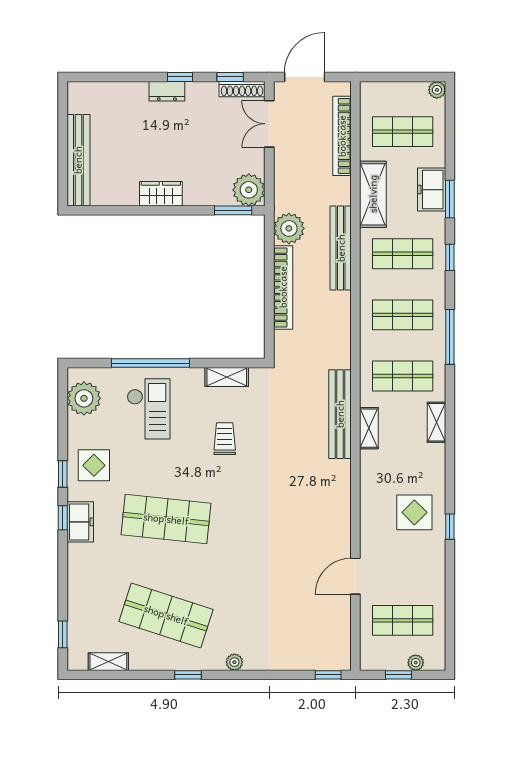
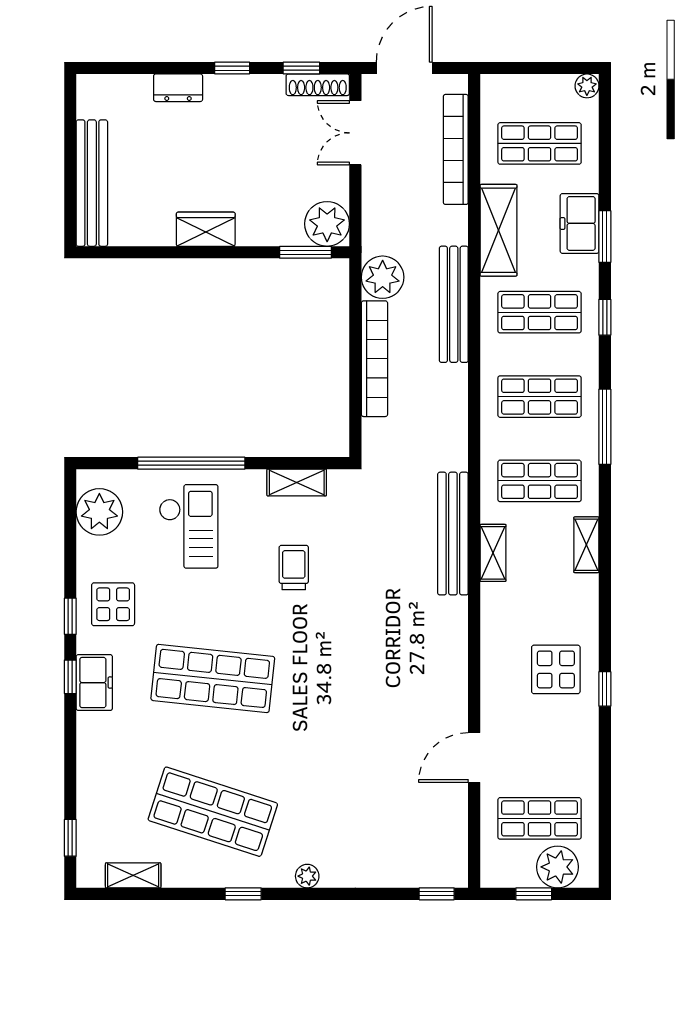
dresser: (167, 91) -> (178, 88), moved
plant: (416, 663) -> (558, 867), width x1.87, depth x1.87

